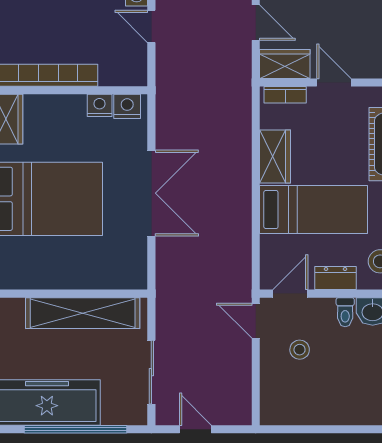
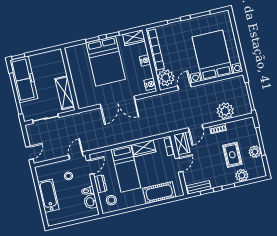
plant: (120, 66) -> (166, 78), added
nightstand: (100, 105) -> (145, 60), moved
door: (290, 294) -> (90, 167), hinge flipped
shelving: (83, 313) -> (65, 93), width x0.68
bathtub: (335, 407) -> (49, 196), added
door: (195, 429) -> (29, 153), moved

